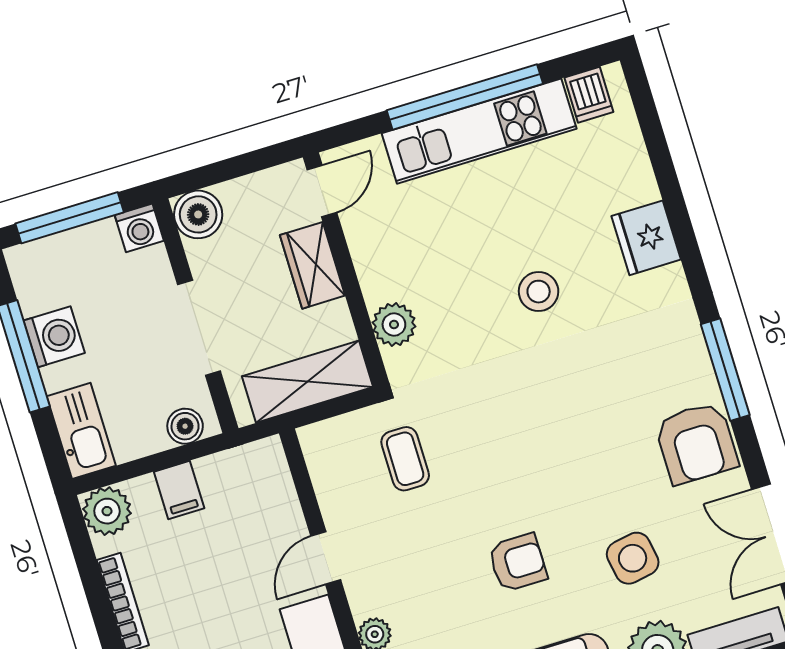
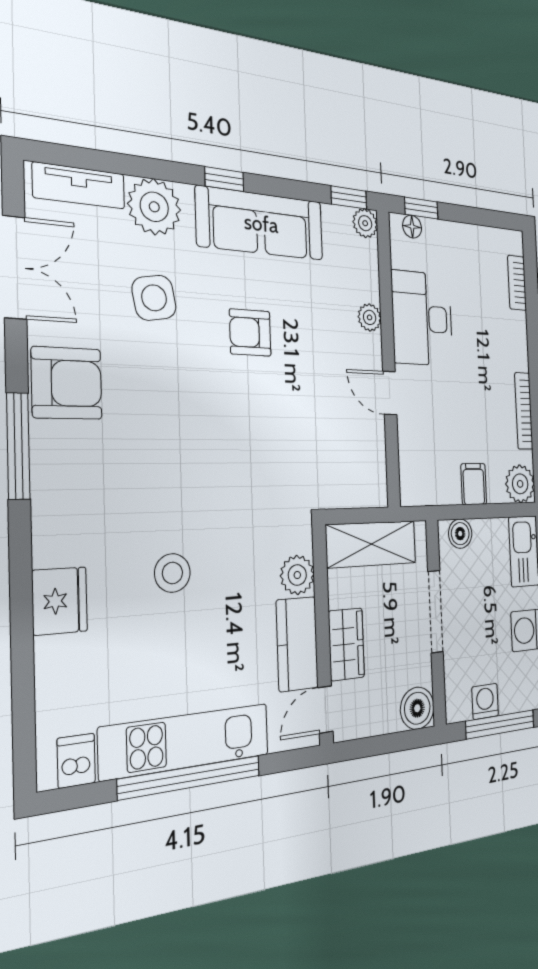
washing machine: (139, 228) -> (485, 701), moved
kitchen counter: (375, 253) -> (297, 644), added
armchair: (696, 443) -> (67, 383), turned 90
coffee table: (405, 459) -> (315, 455), removed
door: (326, 558) -> (390, 393), swing flipped

